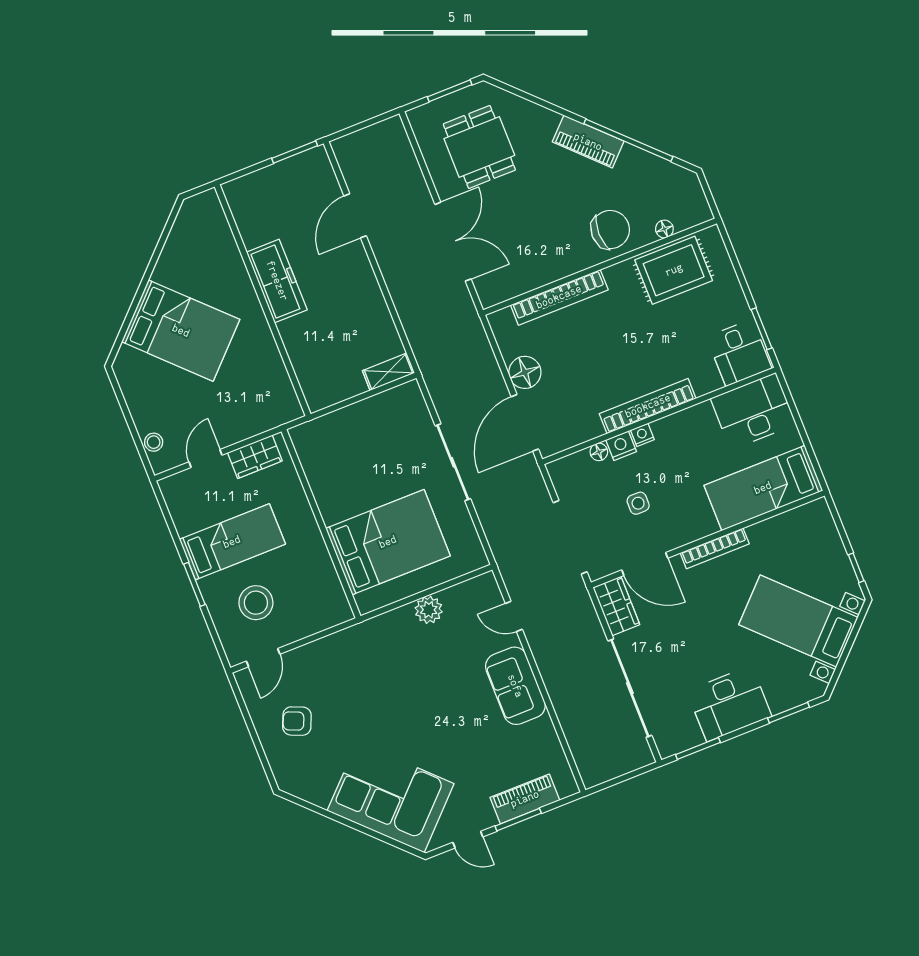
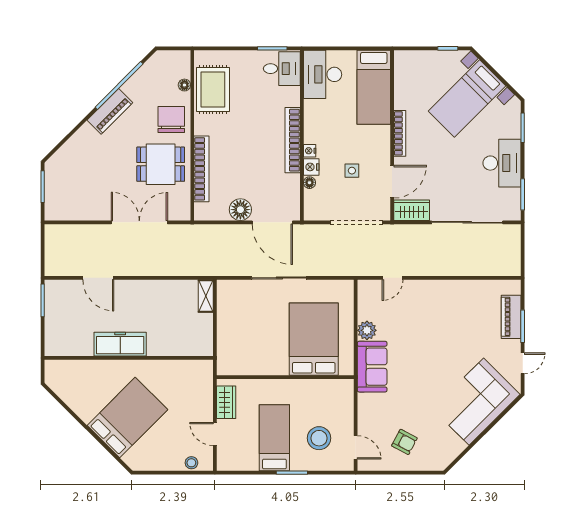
dining table: (479, 147) -> (161, 164), moved
sofa: (515, 686) -> (372, 367), moved, turned -90
armchair: (297, 721) -> (404, 442), turned -85

